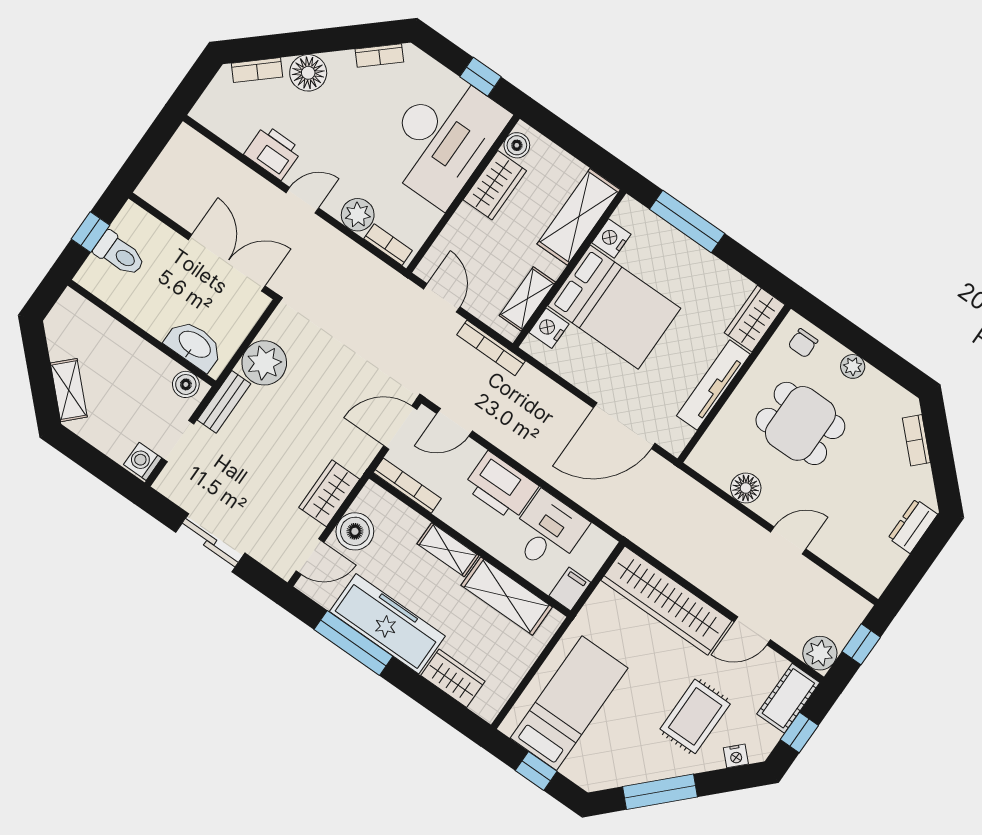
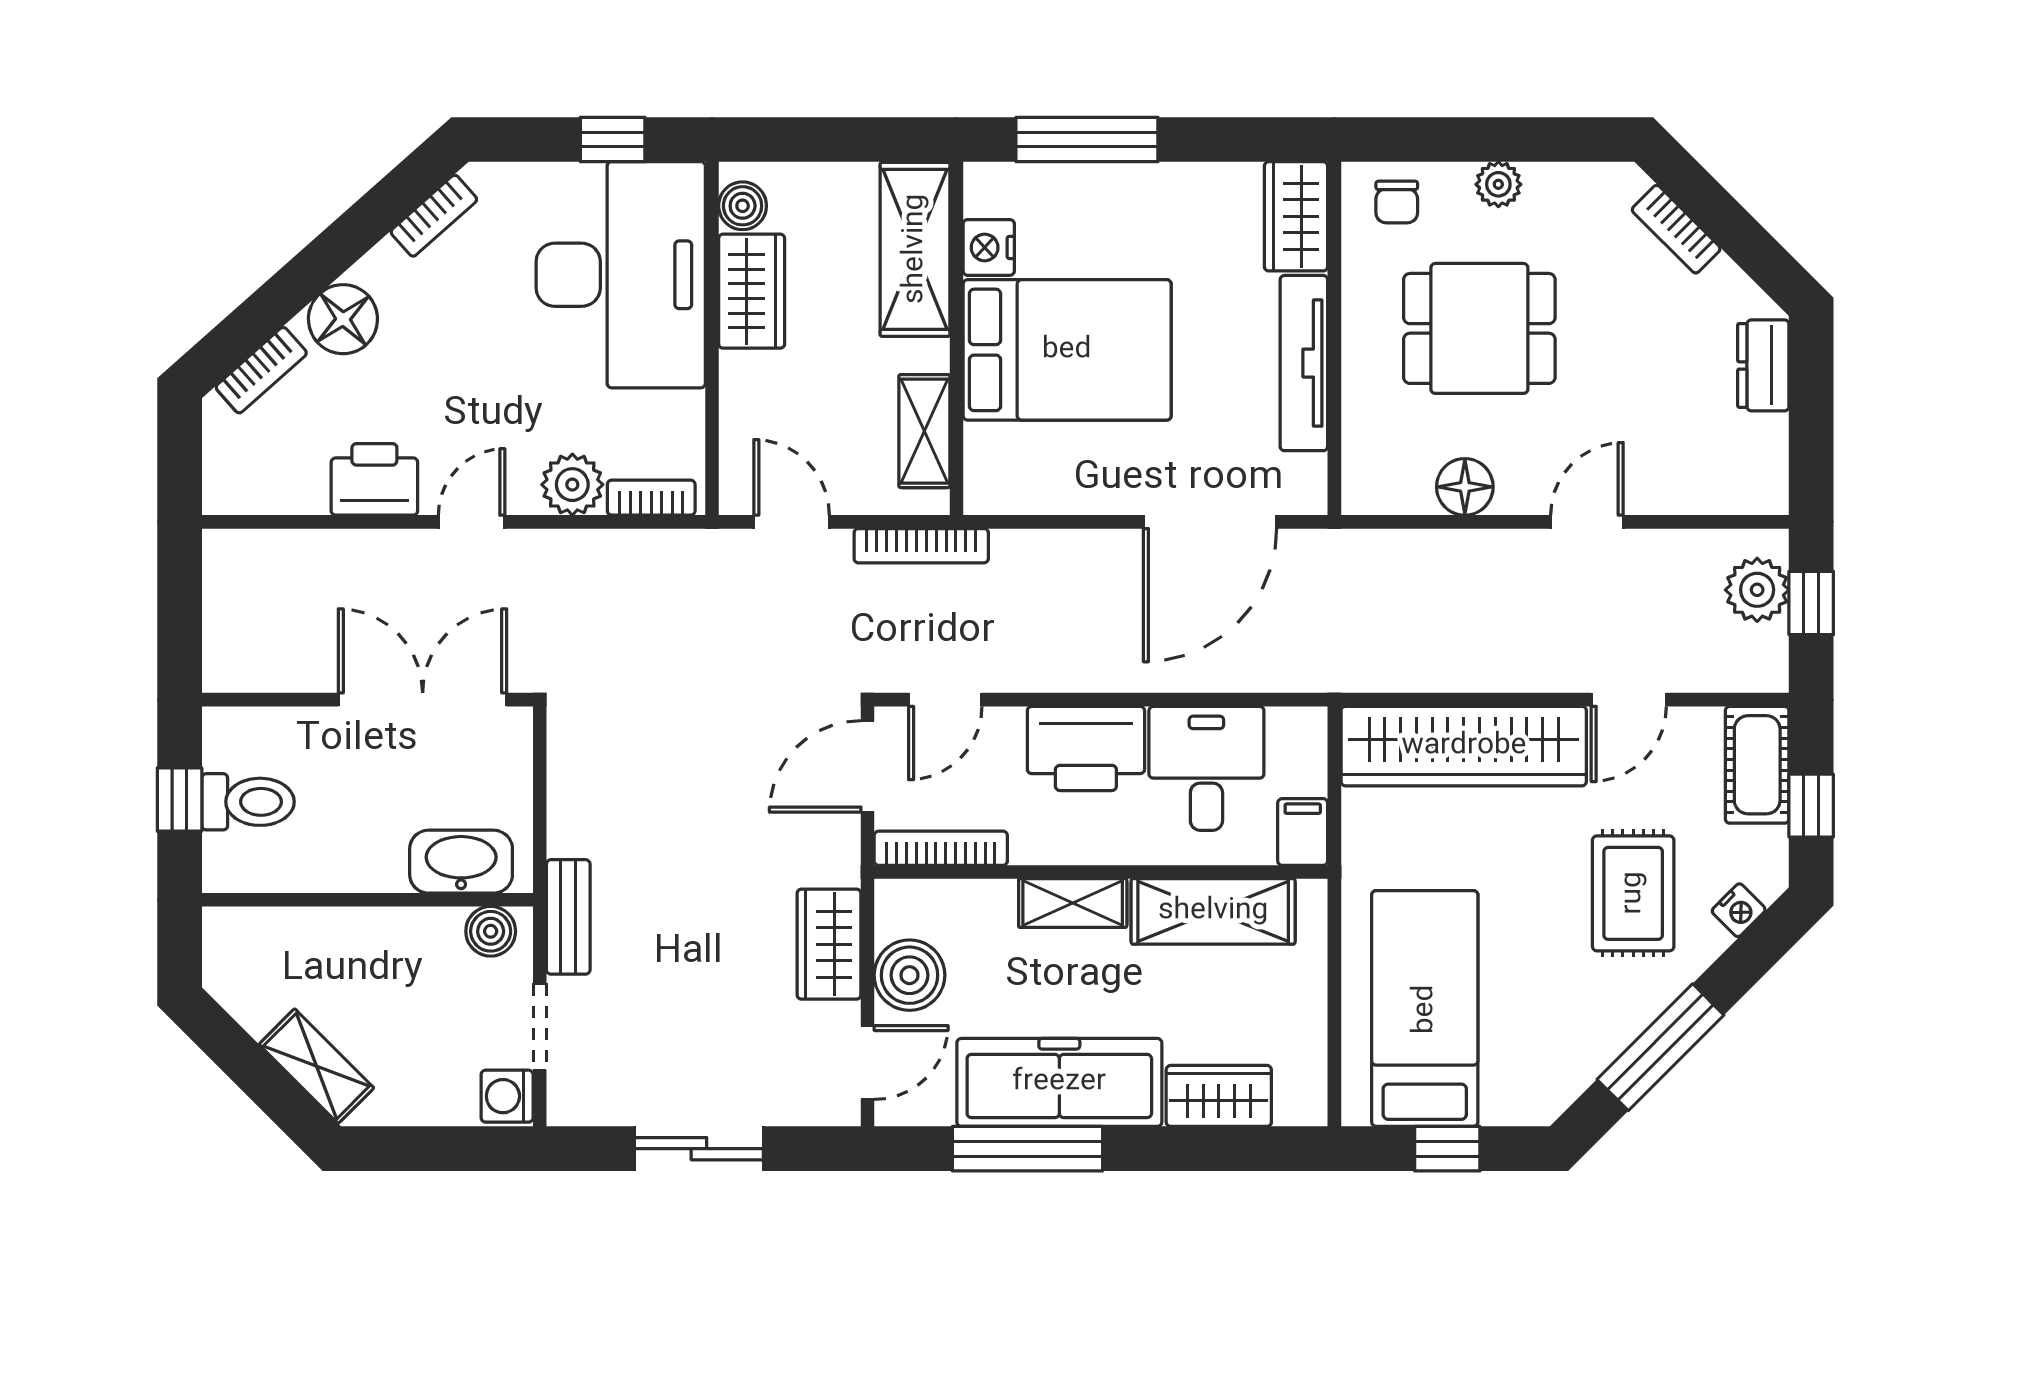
nightstand: (549, 328) -> (989, 453), removed
plant: (264, 363) -> (588, 813), removed
plant: (820, 653) -> (1757, 590), moved

